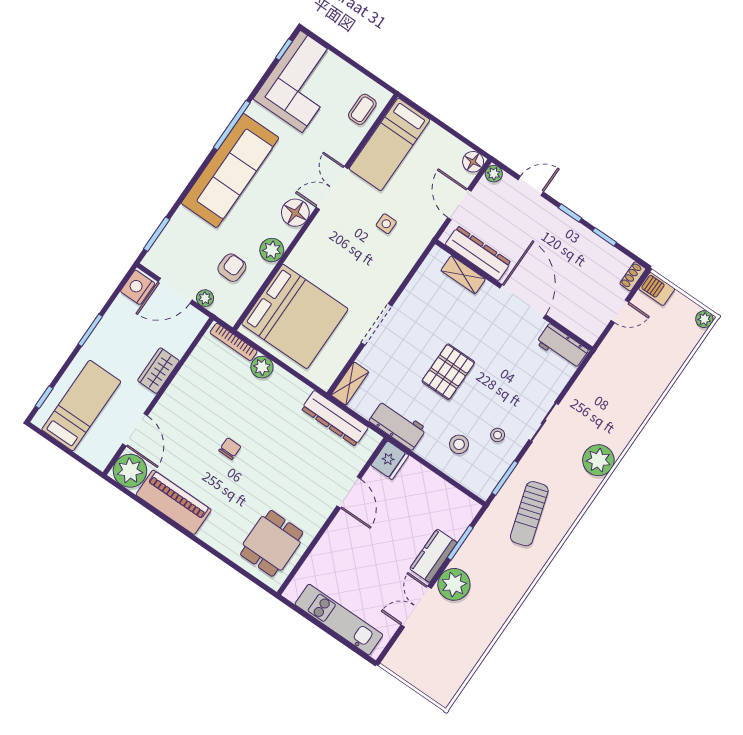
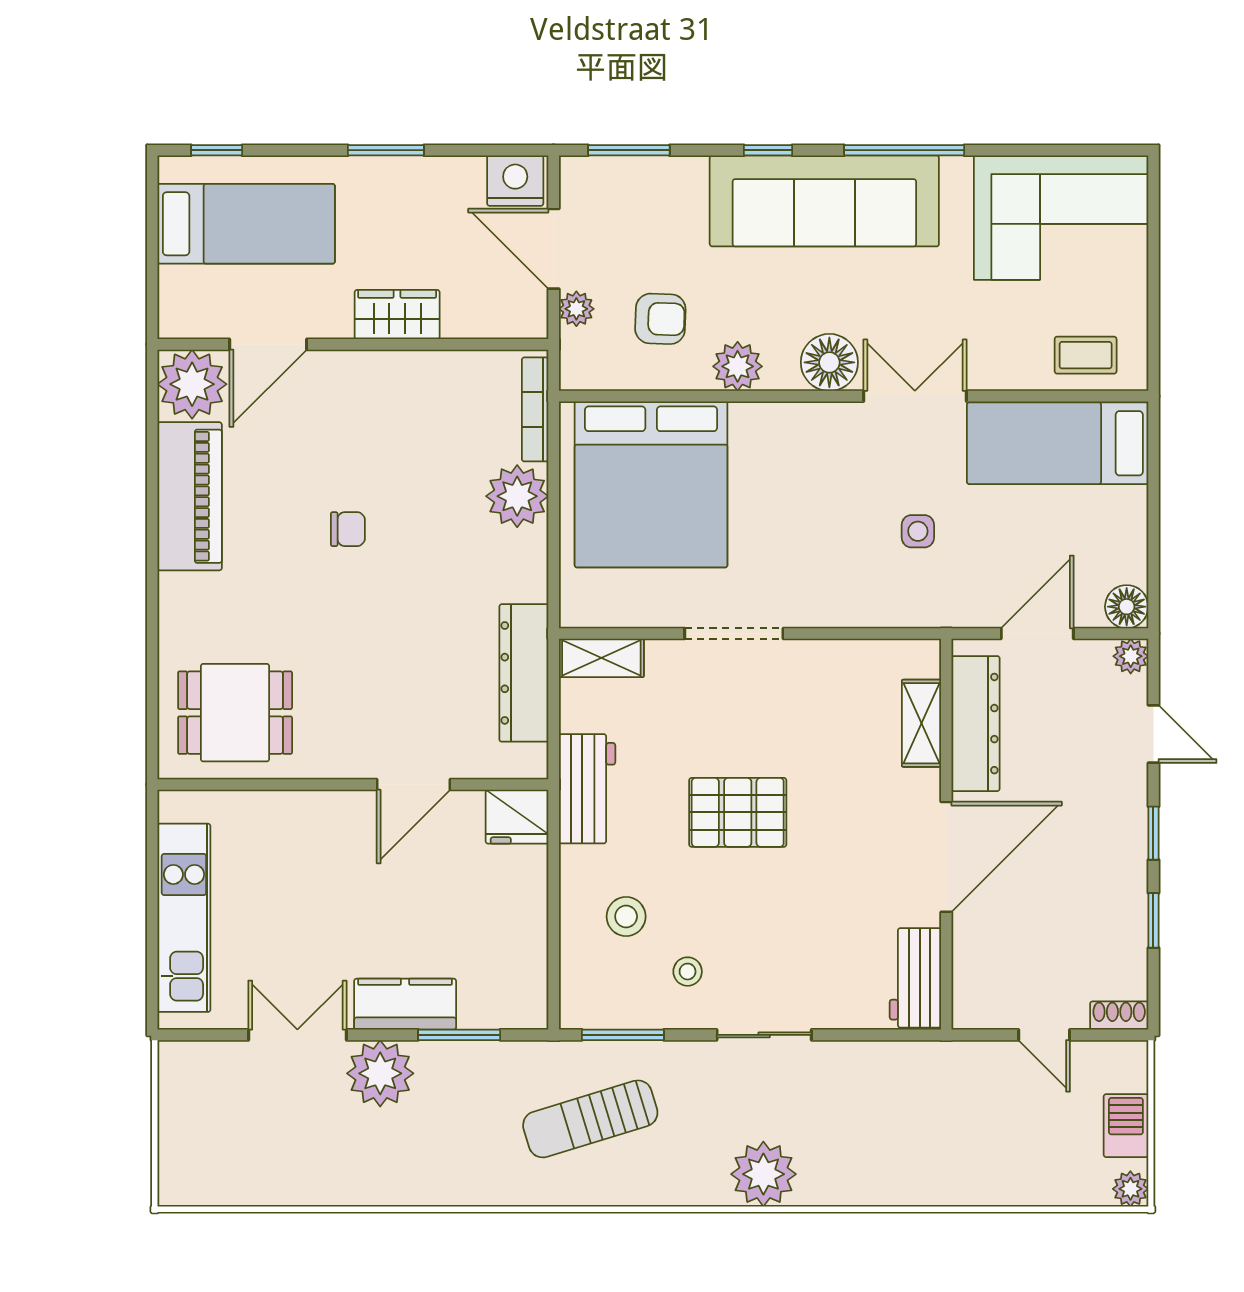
window: (284, 50) -> (768, 150), moved
barbecue: (657, 289) -> (1126, 1126), moved
plant: (262, 367) -> (517, 496), width x1.36, depth x1.36

